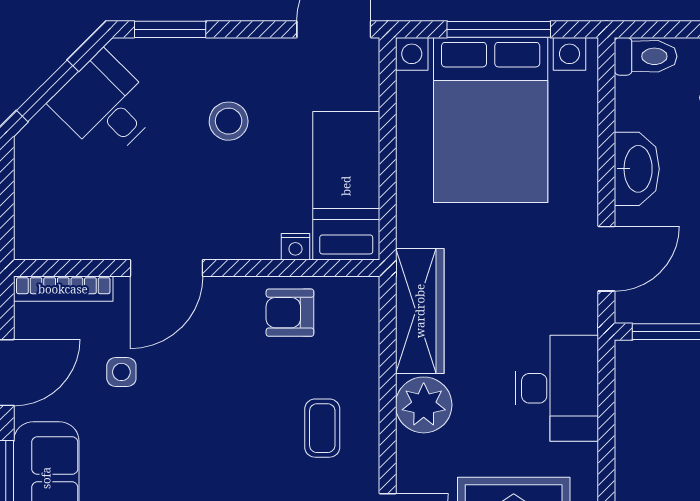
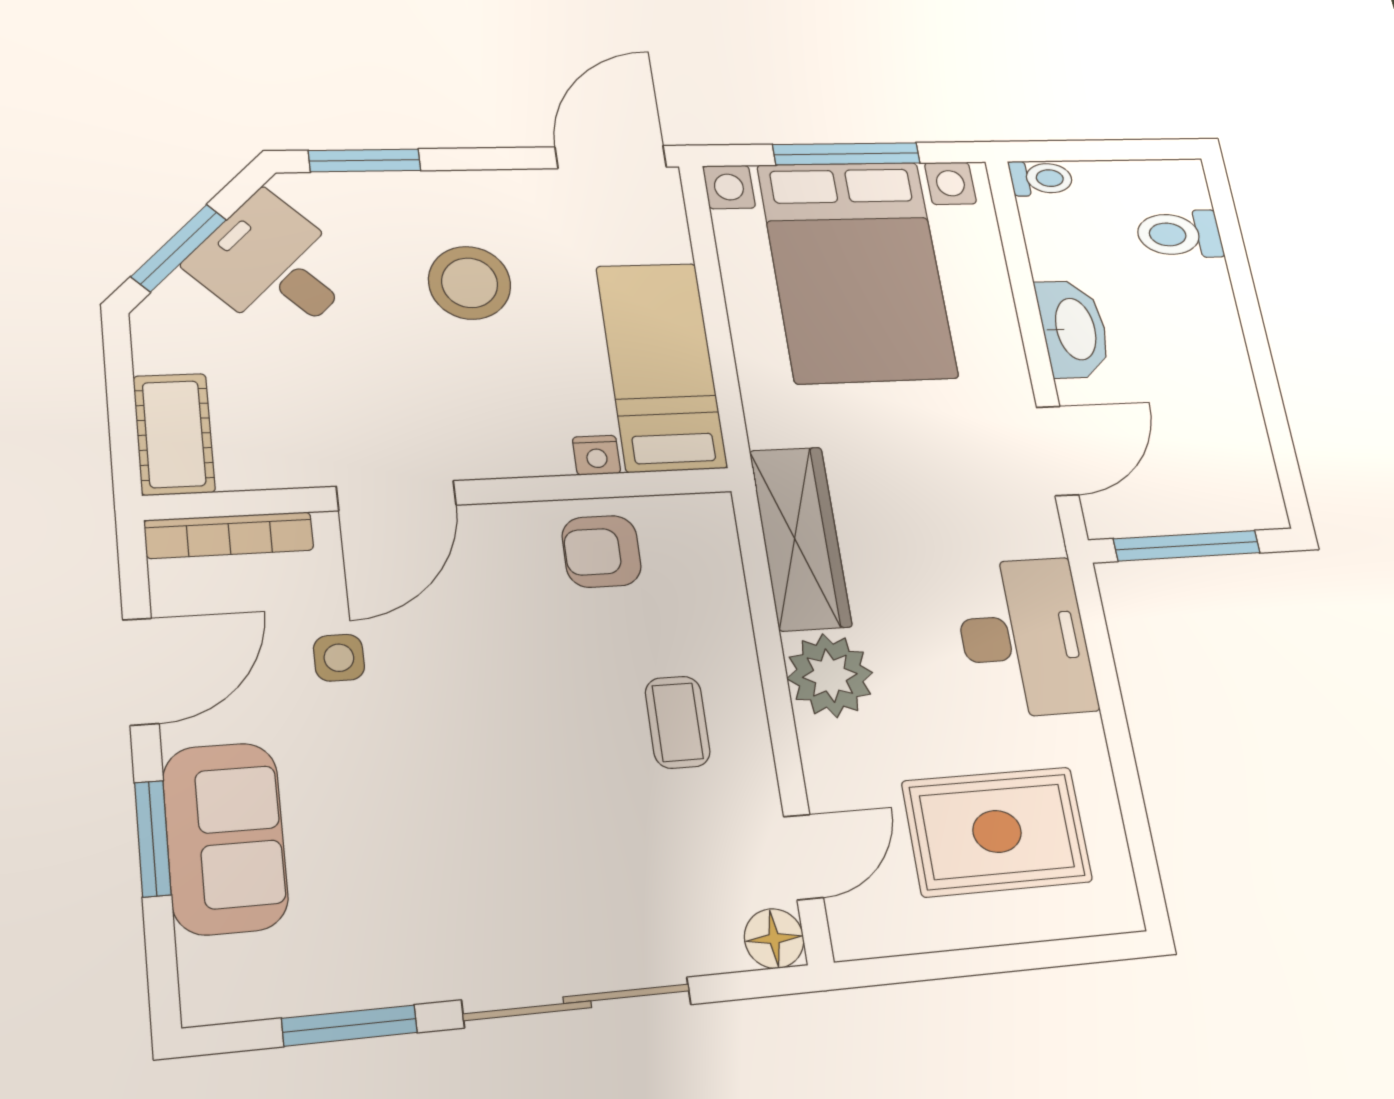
toilet: (646, 56) -> (1041, 178), width x0.73, depth x0.72
stool: (229, 121) -> (470, 283), width x1.38, depth x1.38
cot: (36, 220) -> (174, 434), added

